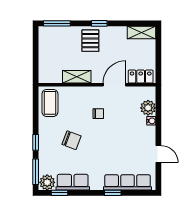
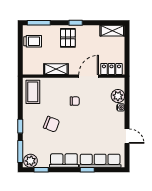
trolley: (50, 45) -> (33, 41), added
row of seats: (73, 182) -> (64, 161), moved

